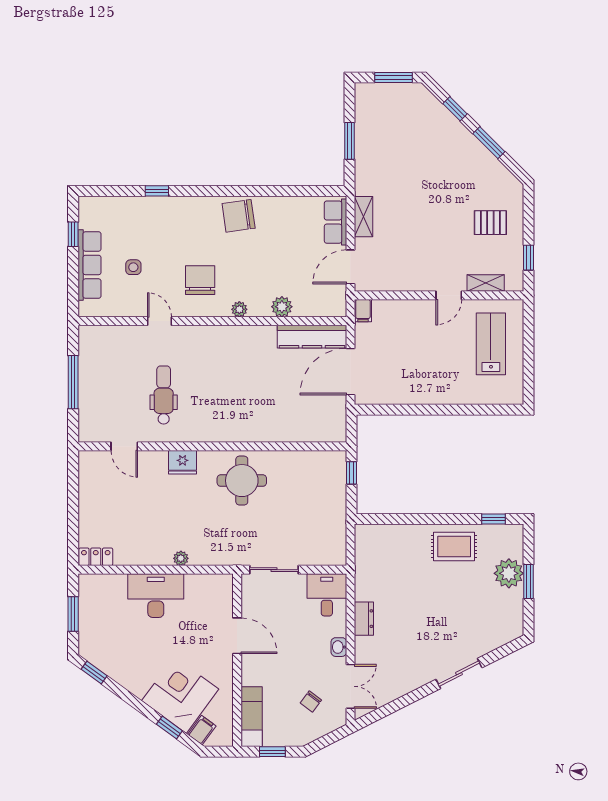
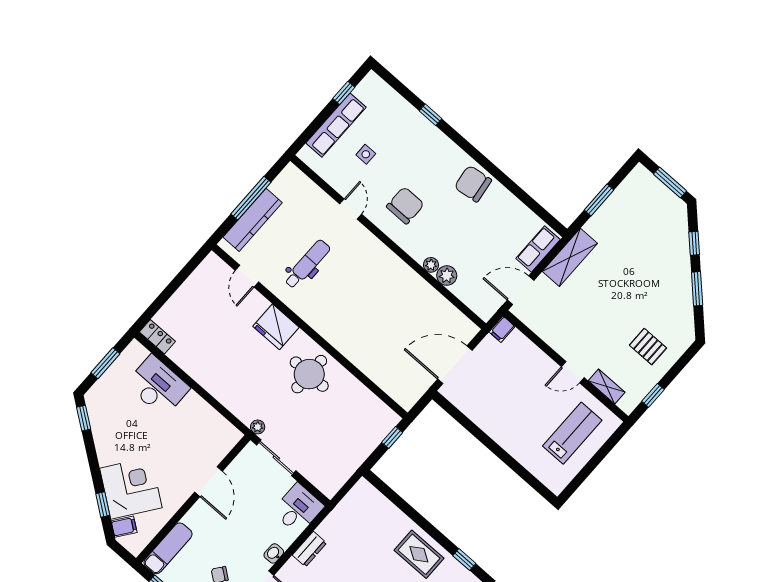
shelving: (364, 217) -> (570, 257), width x1.50, depth x1.33
plant: (239, 309) -> (431, 265), moved
kitchen counter: (312, 337) -> (253, 220), moved, turned -90
fridge: (183, 462) -> (276, 327), width x1.36, depth x1.34
plant: (181, 558) -> (258, 427), moved
desk: (156, 596) -> (158, 386), moved

